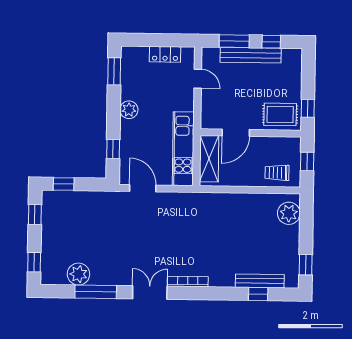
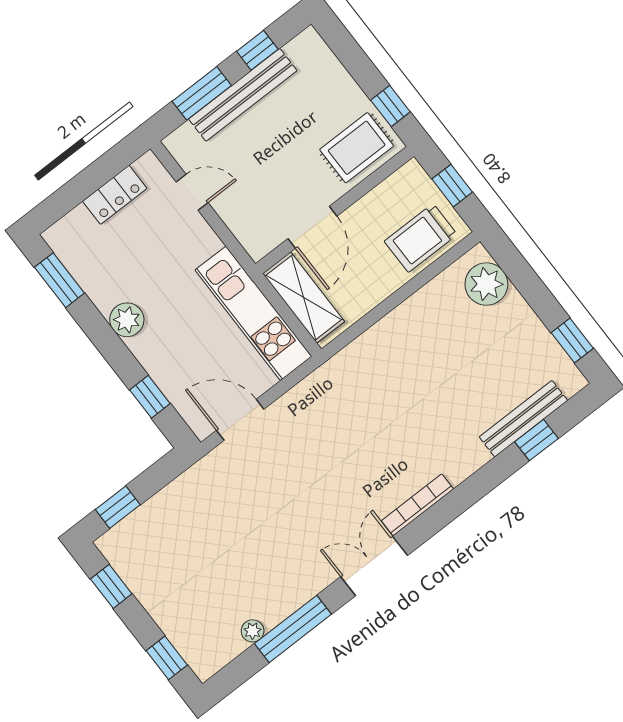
trolley: (277, 173) -> (421, 238), width x1.36, depth x1.39
plant: (78, 274) -> (253, 631), width x0.53, depth x0.53

